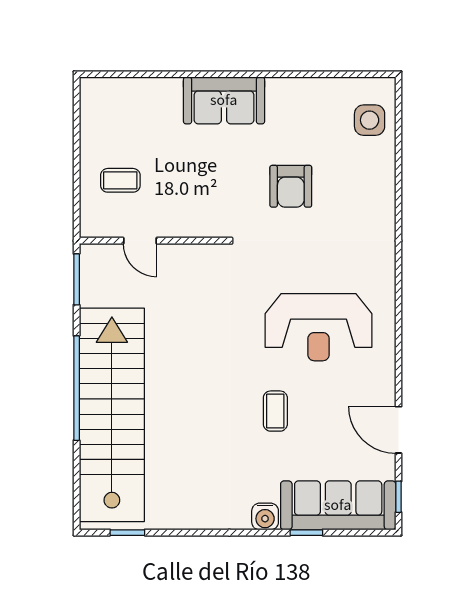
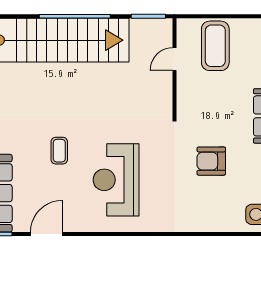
coffee table: (120, 180) -> (215, 46), width x1.86, depth x1.72
coffee table: (275, 411) -> (59, 151), turned 90

